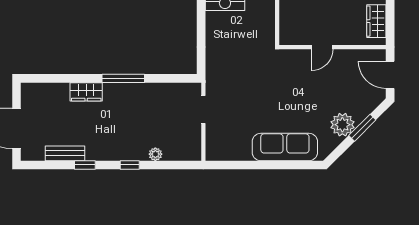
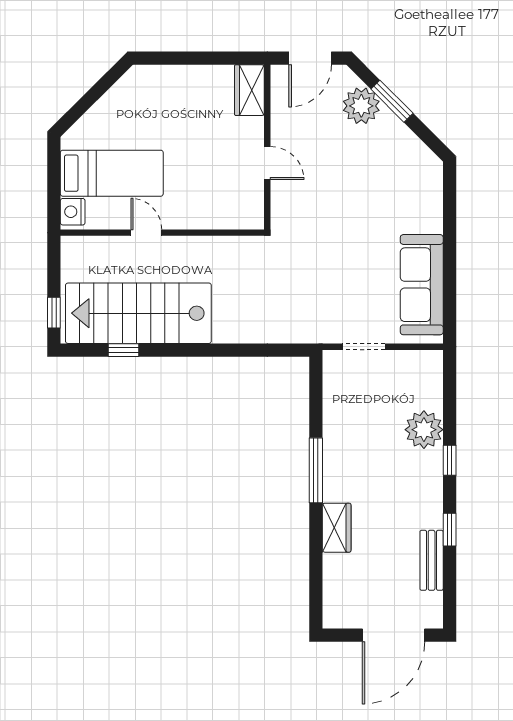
wardrobe: (376, 21) -> (249, 90), moved, turned 90
plant: (342, 125) -> (361, 106), moved
sofa: (285, 147) -> (422, 285), moved
plant: (155, 154) -> (424, 430), width x1.88, depth x1.88

